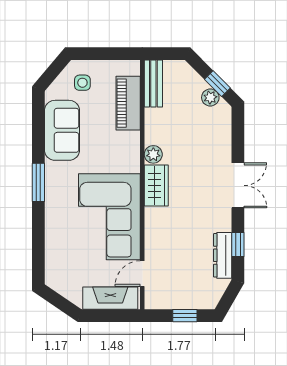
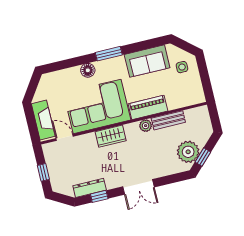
bench: (153, 83) -> (168, 120), moved
plant: (210, 98) -> (188, 152), width x1.88, depth x1.88
piano: (128, 103) -> (148, 107), moved
wardrobe: (156, 185) -> (111, 136), moved
floor lamp: (55, 218) -> (88, 70), added

